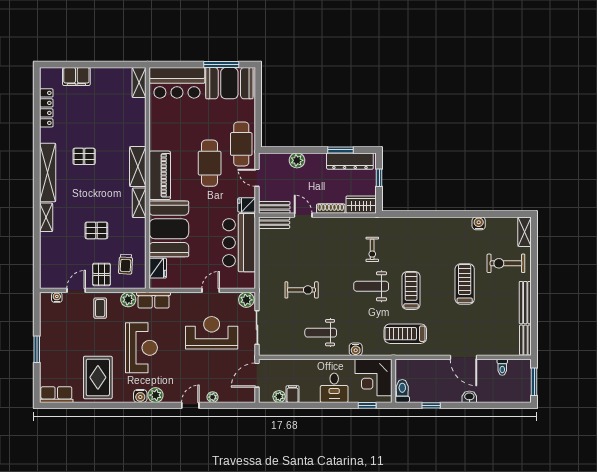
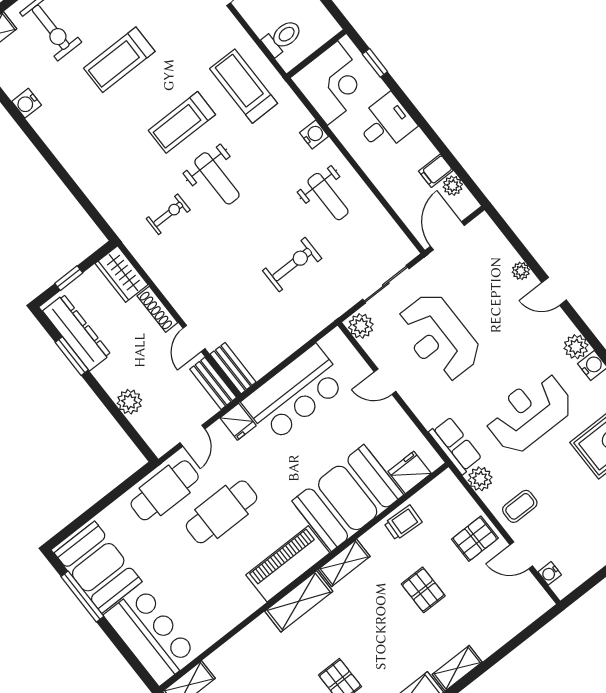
trolley: (126, 264) -> (403, 523), moved
exercise bike: (302, 290) -> (292, 265), turned 90
treadmill: (405, 334) -> (244, 86), turned 180
door: (257, 375) -> (447, 236), swing flipped
toilet: (402, 391) -> (282, 37), moved, turned 180

